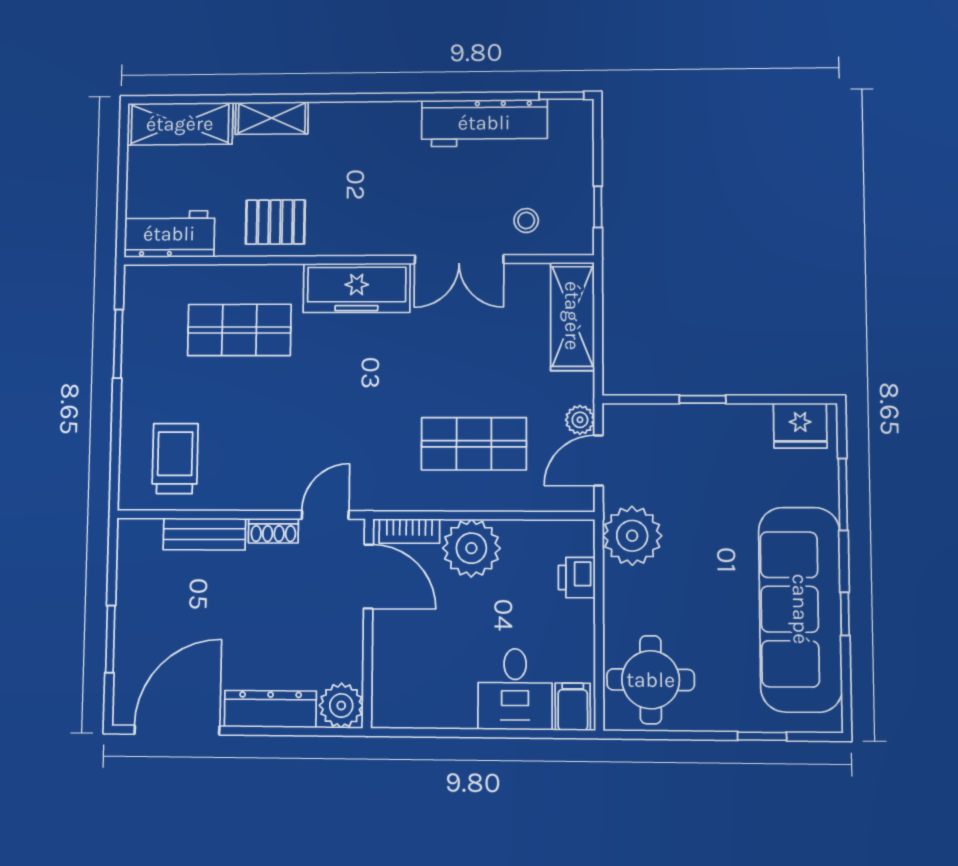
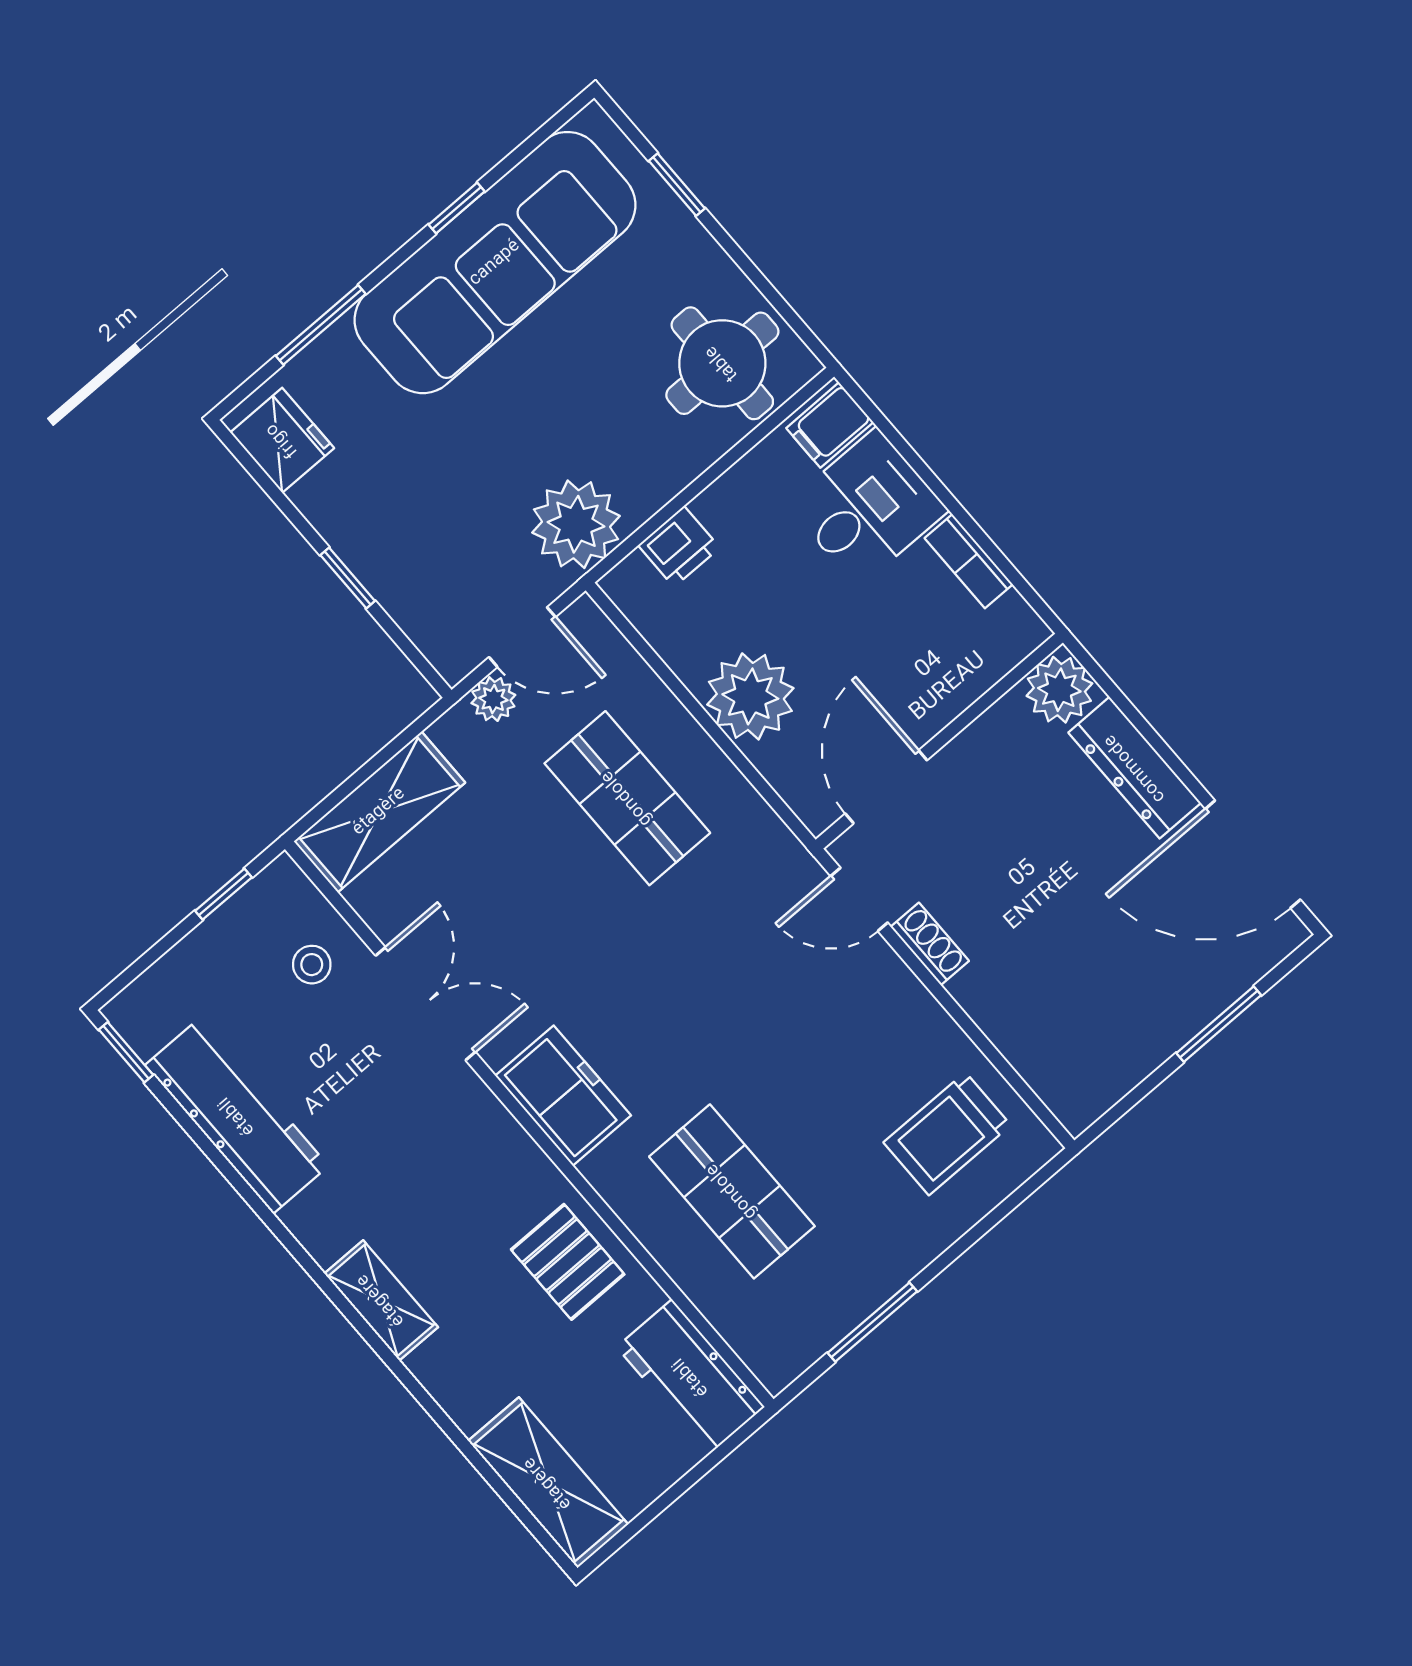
shelving: (272, 118) -> (381, 1300), moved
freezer: (357, 288) -> (563, 1096), width x0.71
bookcase: (409, 531) -> (969, 561), moved, turned 180
bench: (204, 534) -> (1004, 1021), removed

